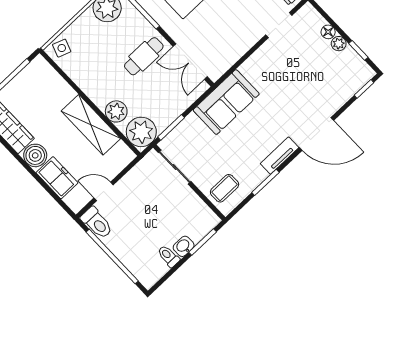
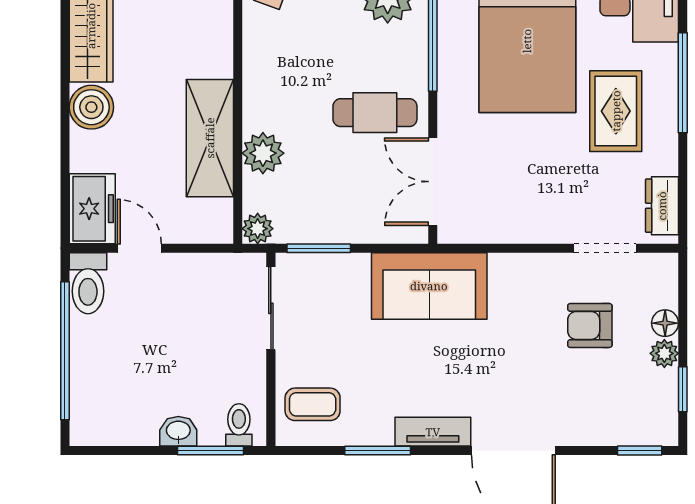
armchair: (301, 60) -> (590, 325), added
plant: (141, 132) -> (258, 229), width x0.53, depth x0.53
freezer: (57, 178) -> (92, 209), moved
toilet: (168, 256) -> (239, 425), moved

